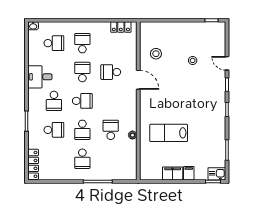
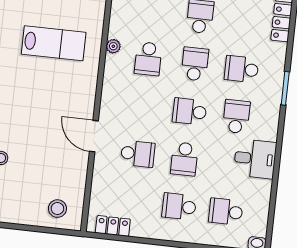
school desk: (82, 43) -> (179, 206), turned 90
stool: (156, 54) -> (57, 209), moved

